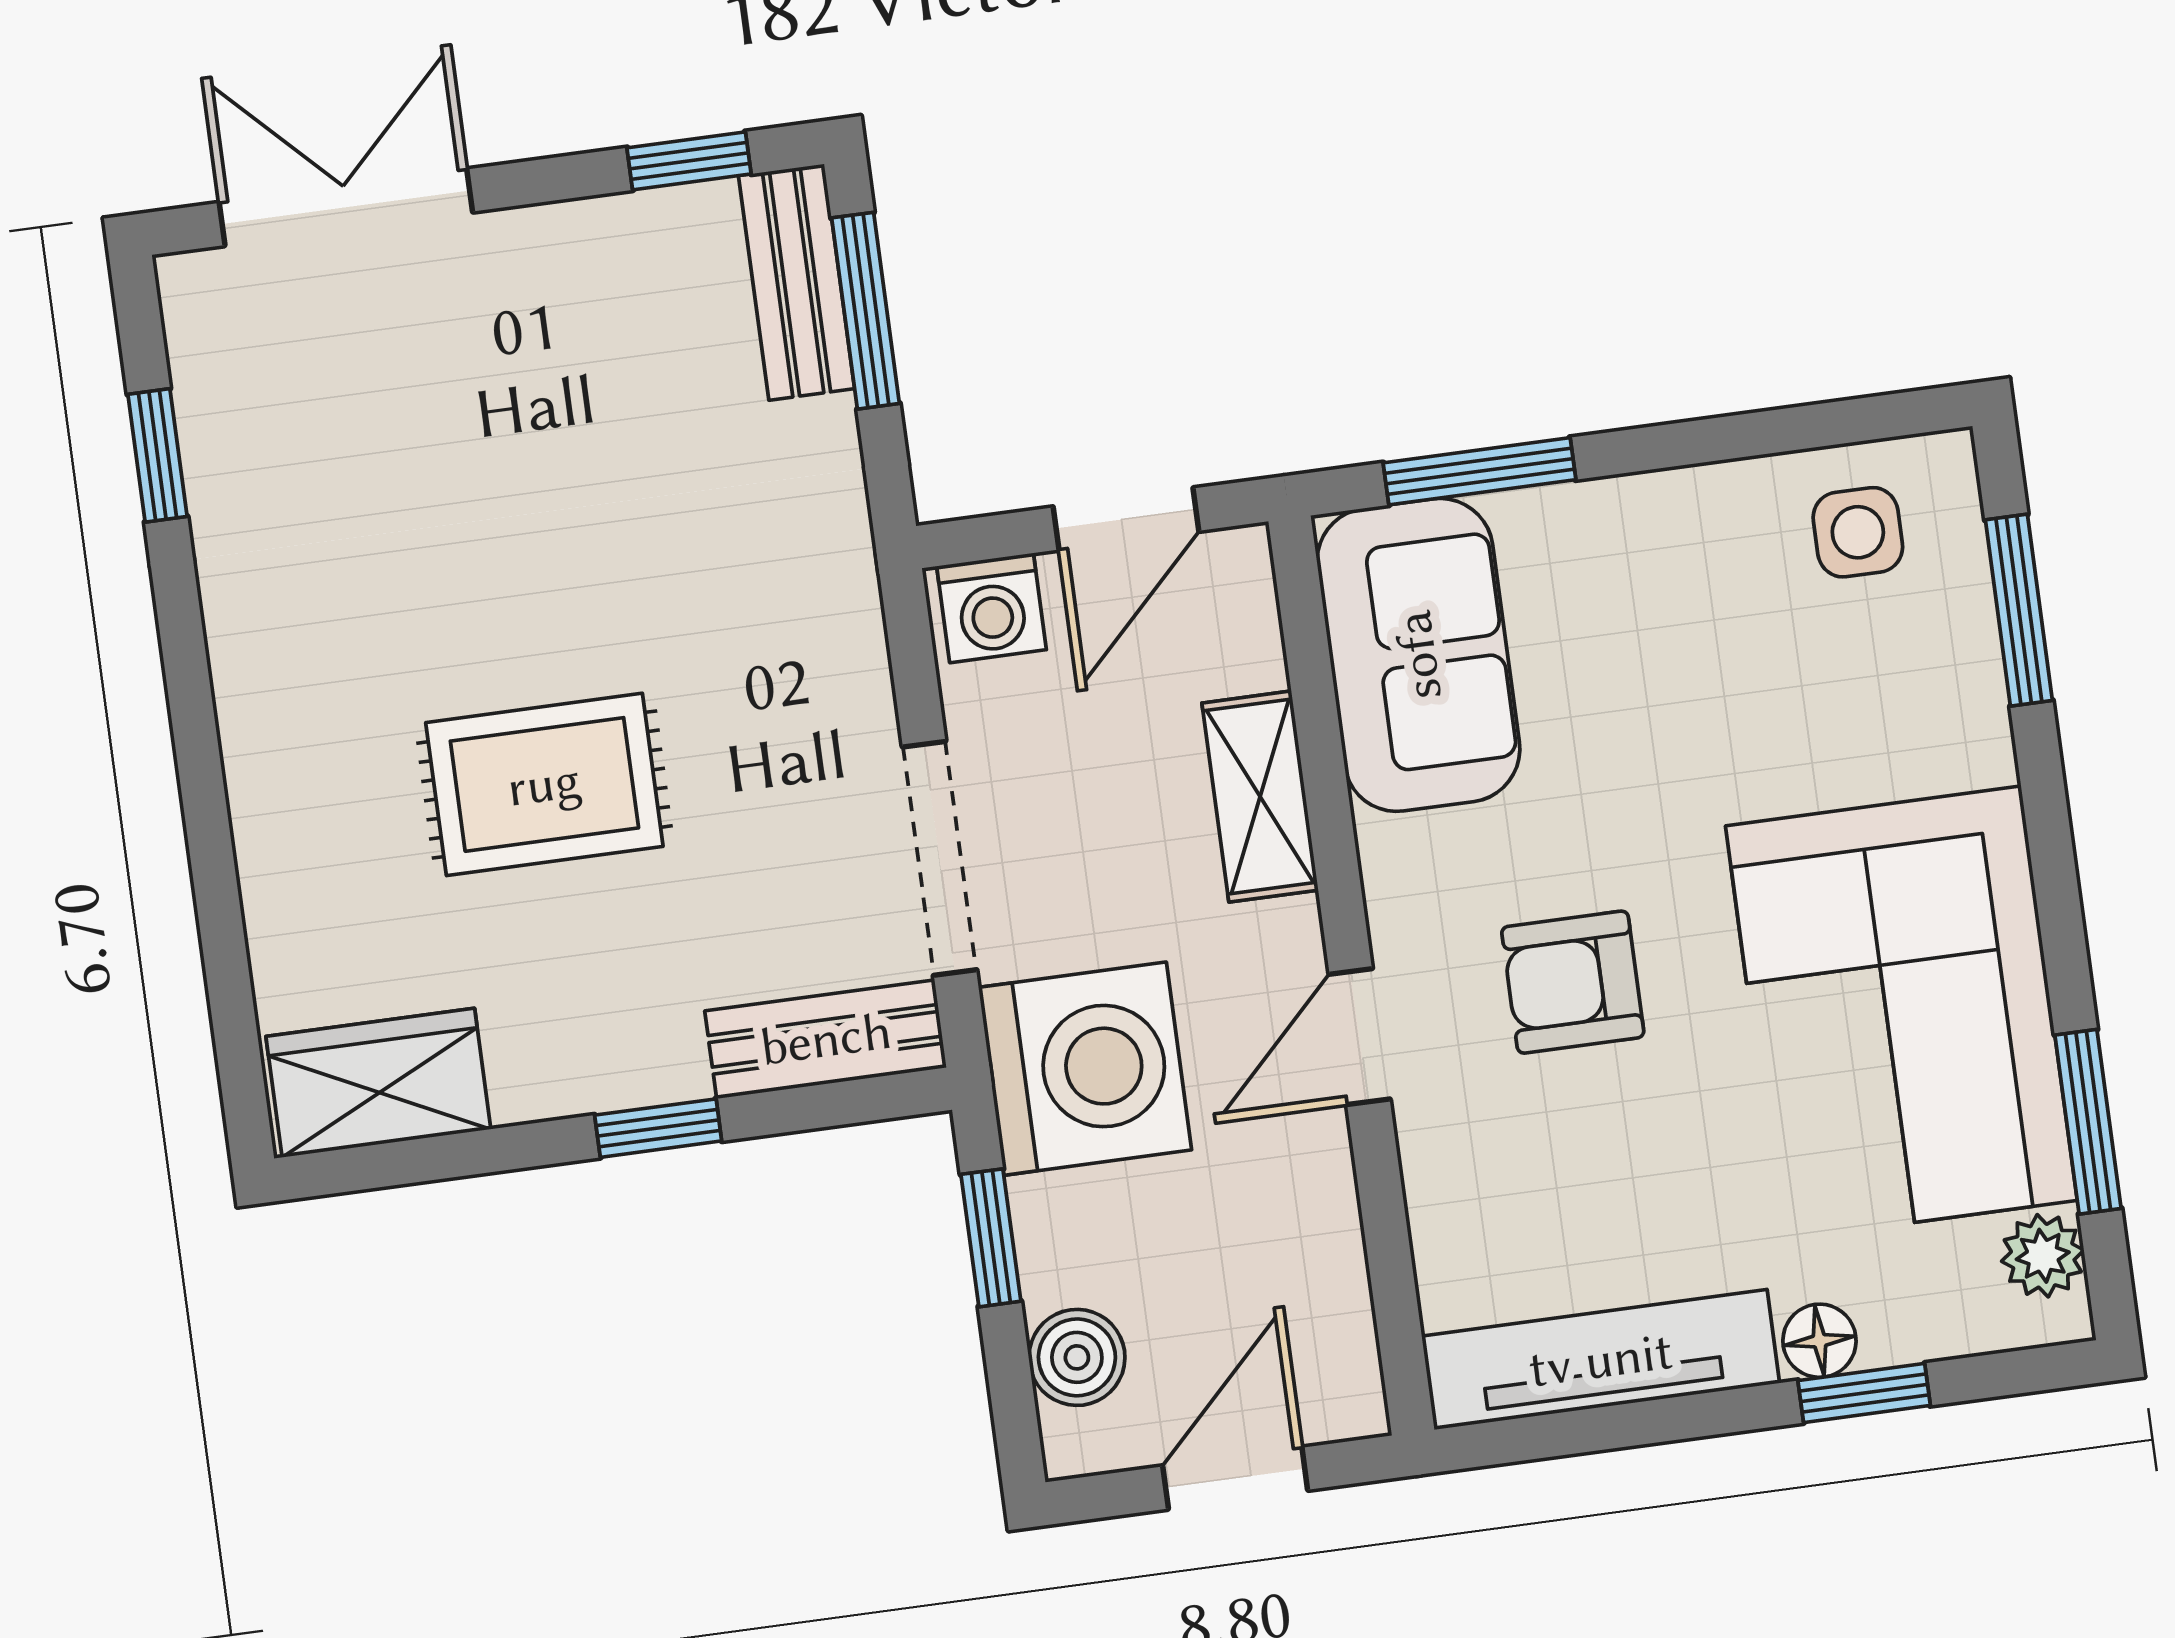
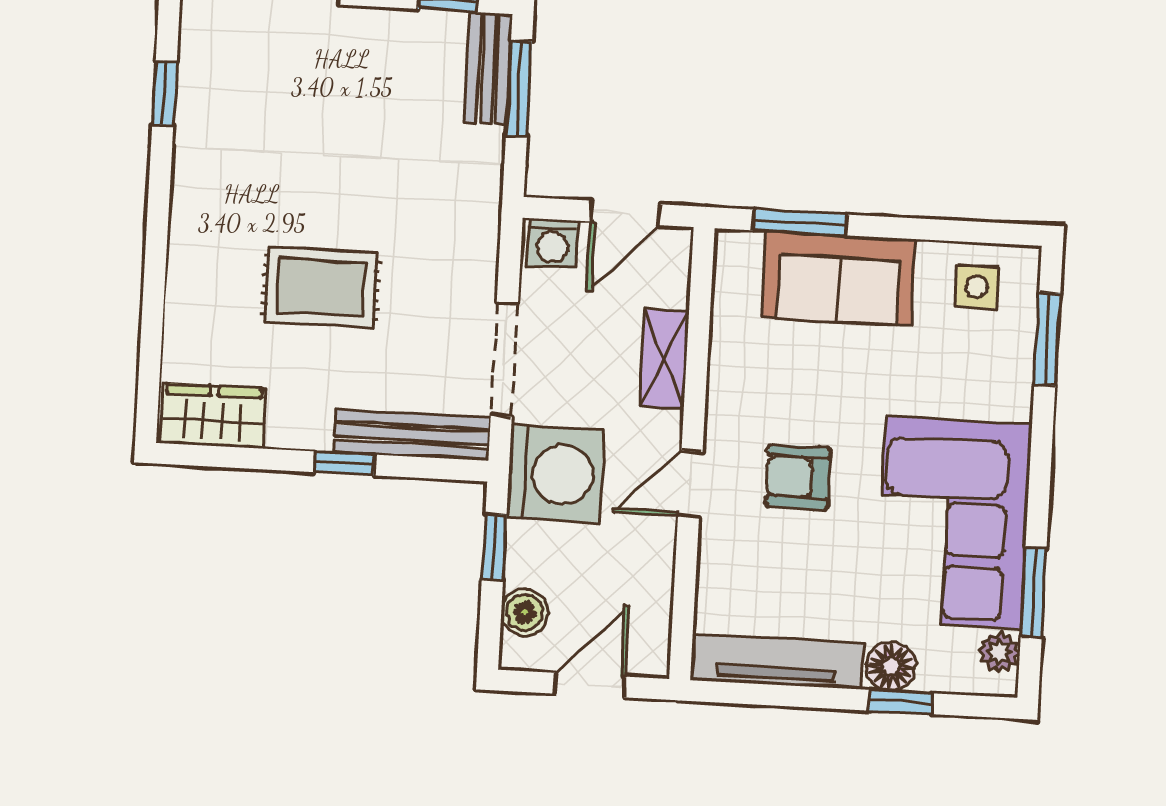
sofa: (1418, 655) -> (839, 278), moved, turned 90
bench: (826, 1039) -> (412, 435), width x1.36
floor lamp: (1819, 1341) -> (891, 666), width x1.37, depth x1.37

